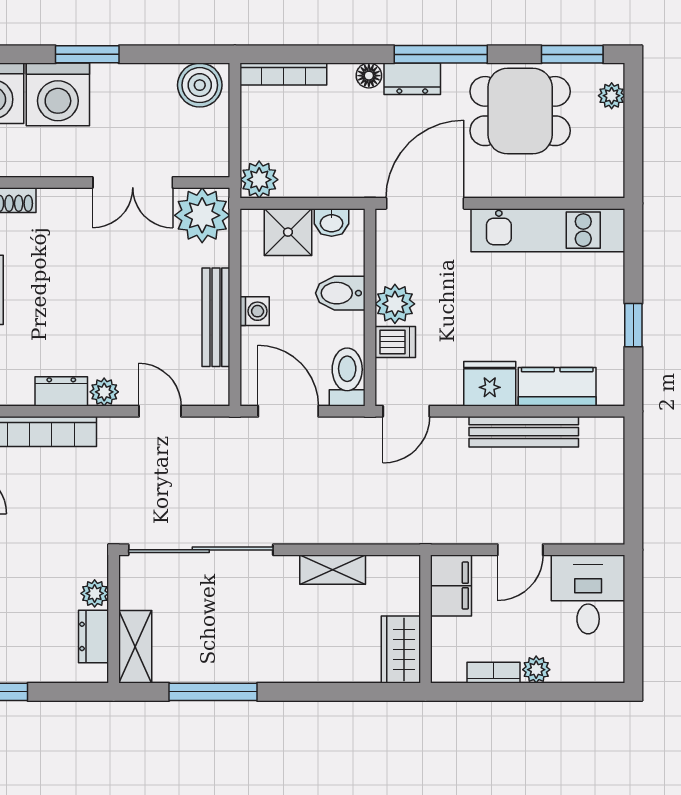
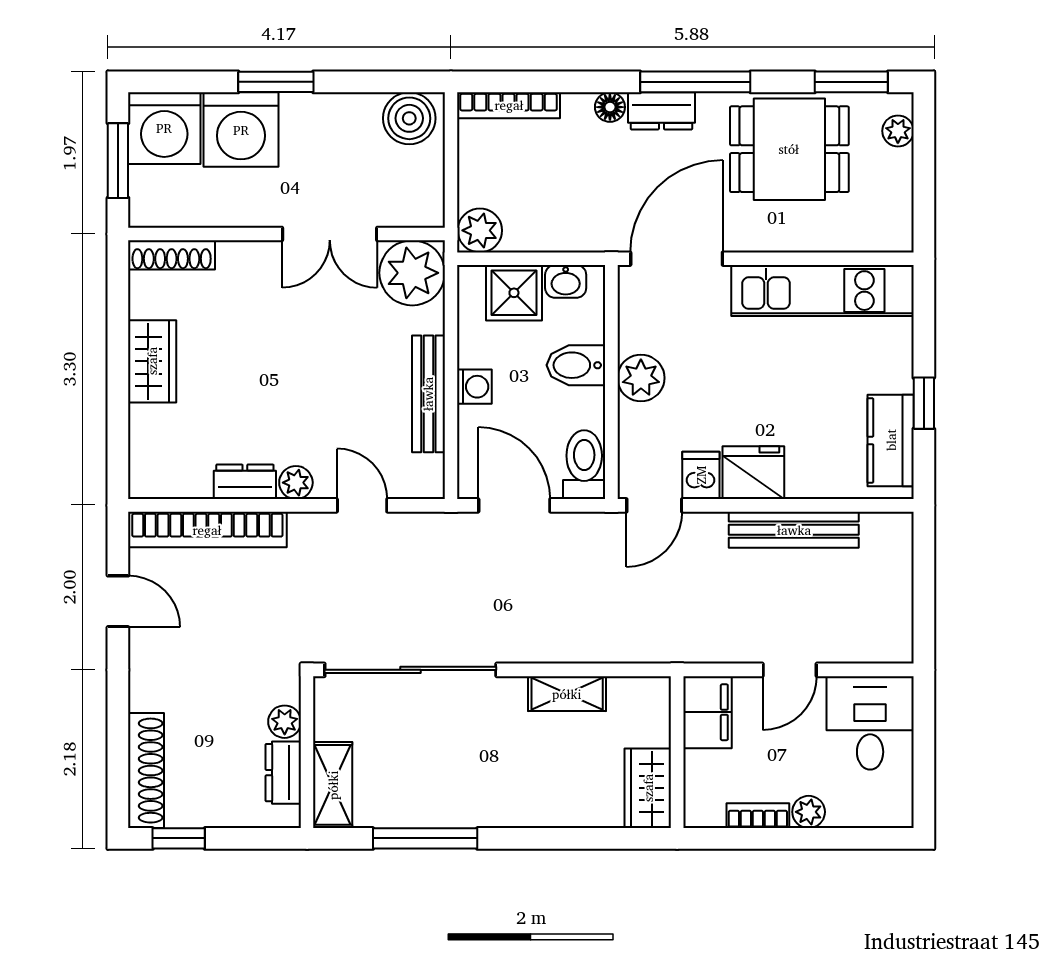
dishwasher: (395, 342) -> (701, 475), moved, turned -90
kitchen counter: (557, 387) -> (891, 440), moved, turned -90

